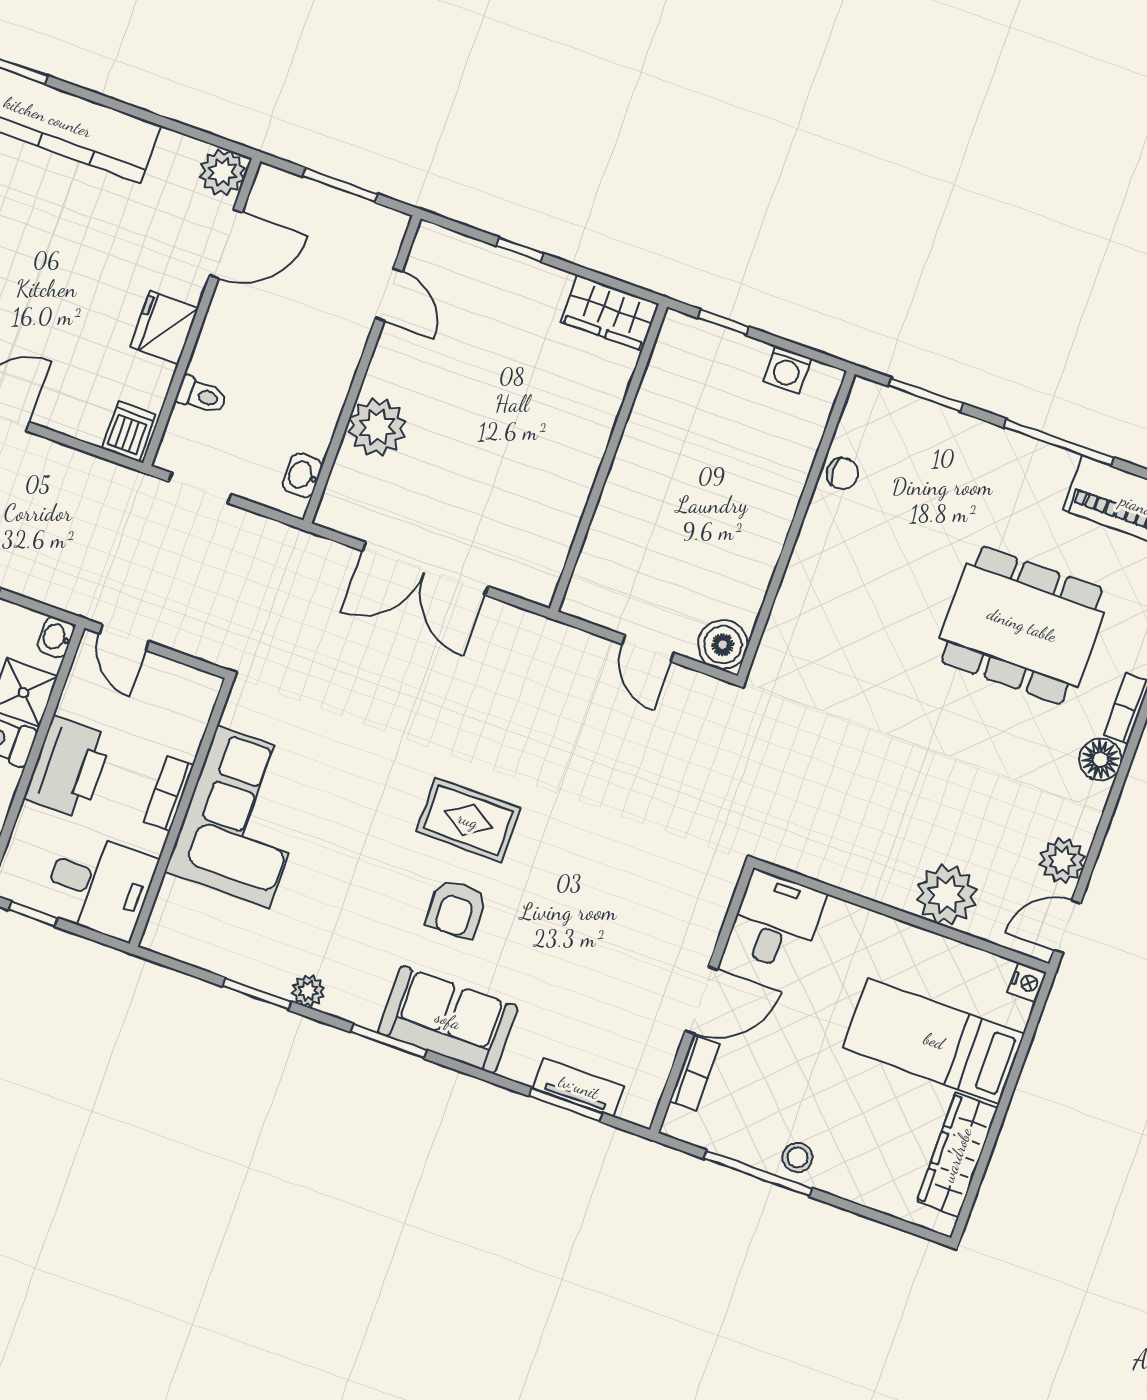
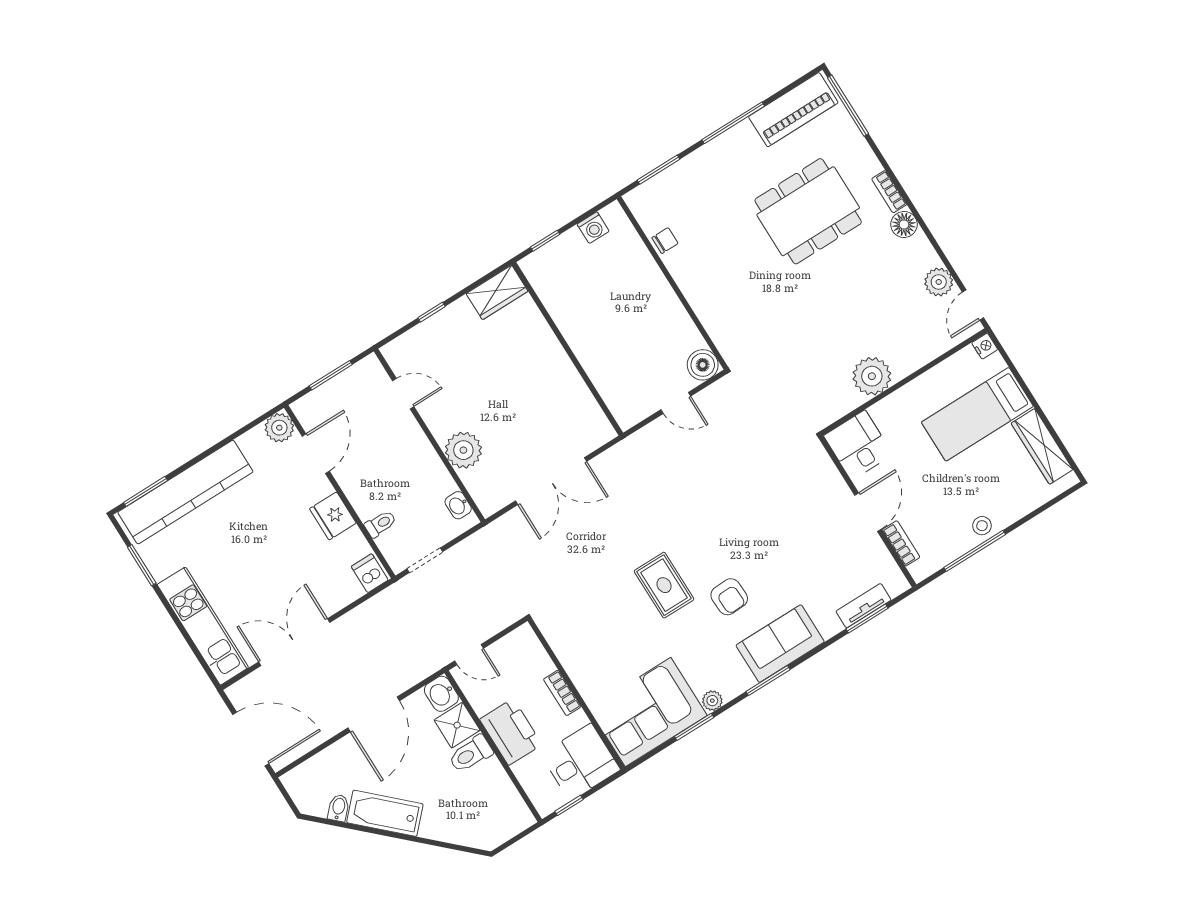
washbasin: (56, 637) -> (441, 694), width x1.38, depth x1.45
corner sofa: (243, 817) -> (648, 712), moved, turned -90
rug: (468, 820) -> (664, 585), moved, turned 90
plant: (947, 895) -> (872, 376), moved

